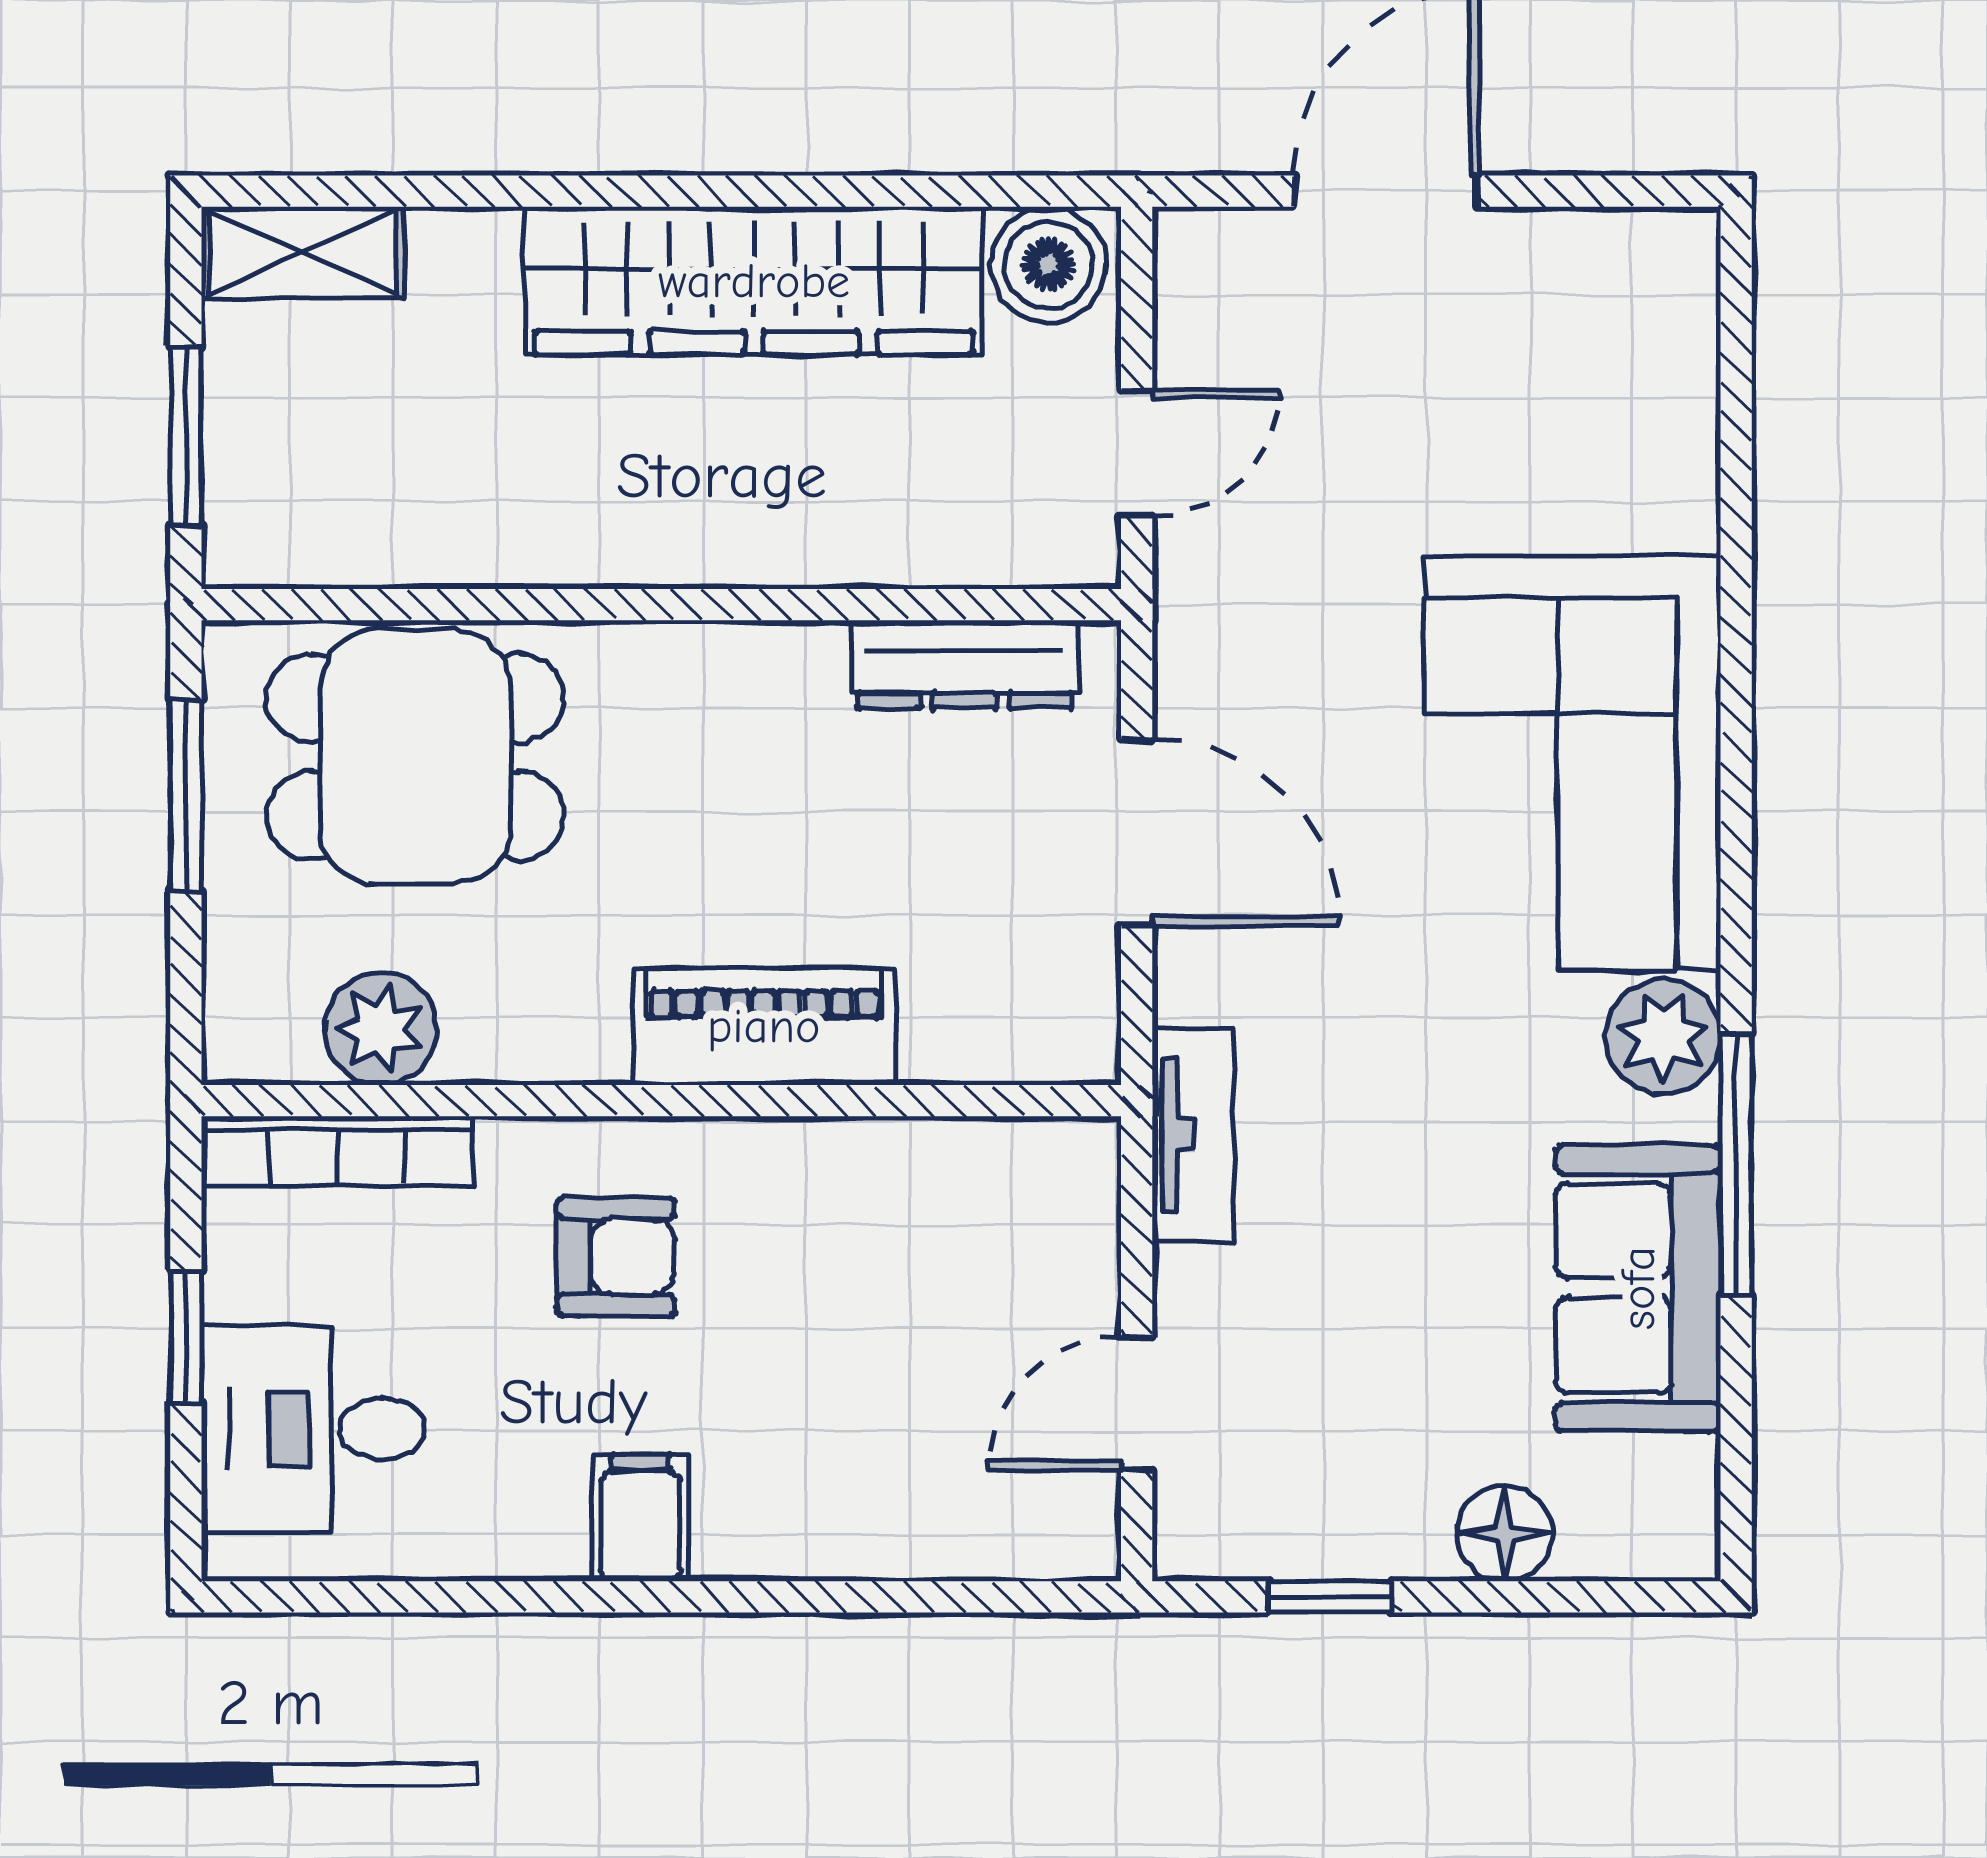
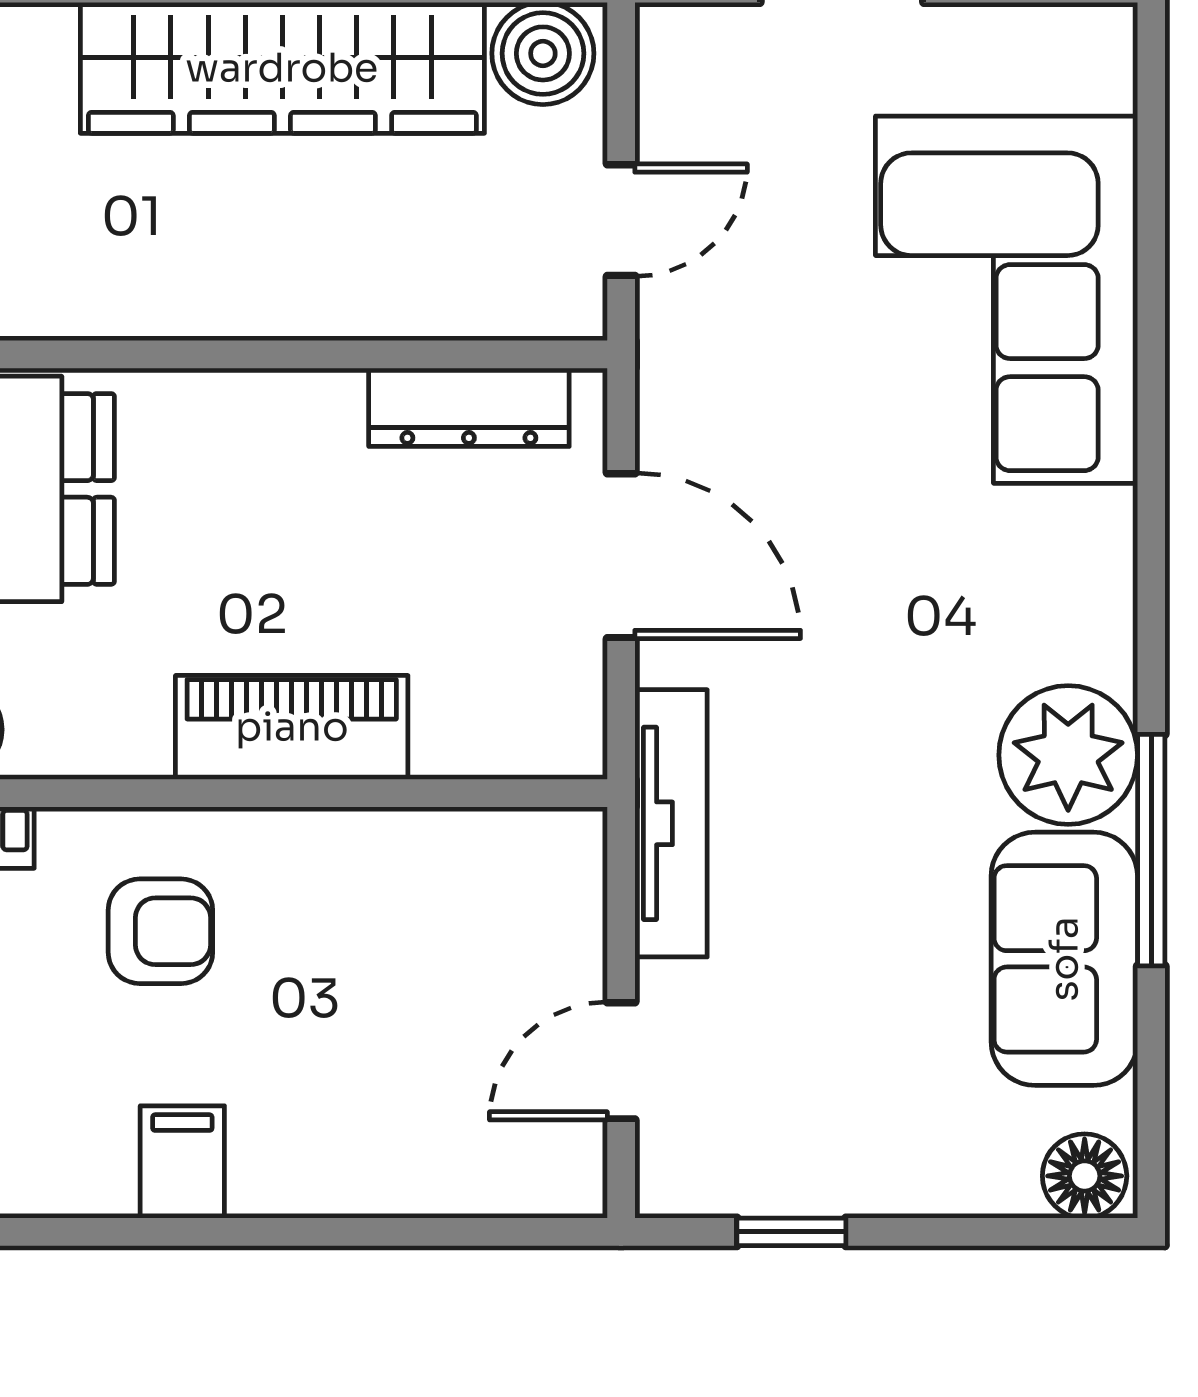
corner sofa: (1573, 763) -> (1007, 300), moved
plant: (1663, 1037) -> (1068, 755), width x1.36, depth x1.36
tv unit: (1193, 1135) -> (671, 823), width x1.41
floor lamp: (1505, 1534) -> (1085, 1176), moved

